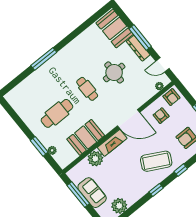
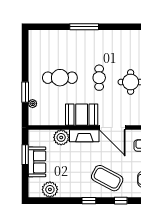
booth: (86, 137) -> (82, 115), moved
window: (78, 194) -> (25, 155), width x0.69

